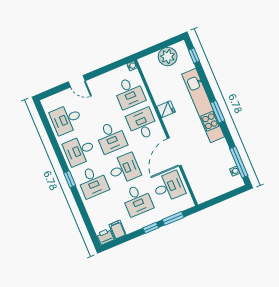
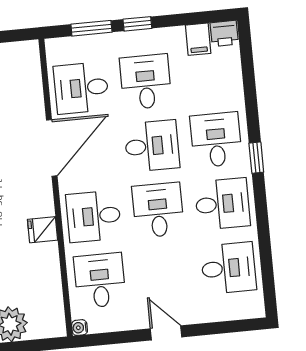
door: (77, 81) -> (166, 333), moved
desk: (142, 124) -> (94, 216), turned 90
desk: (124, 169) -> (152, 146), turned 180

